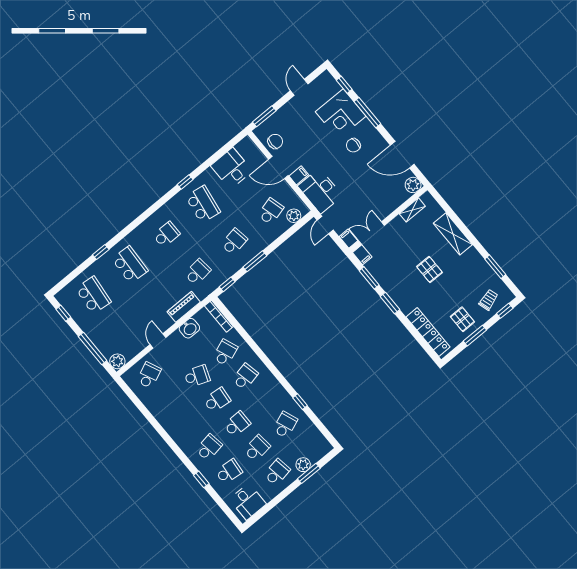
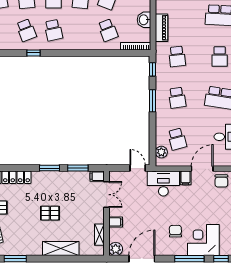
filing cabinet: (348, 239) -> (116, 222), moved
school desk: (245, 377) -> (53, 30), moved

